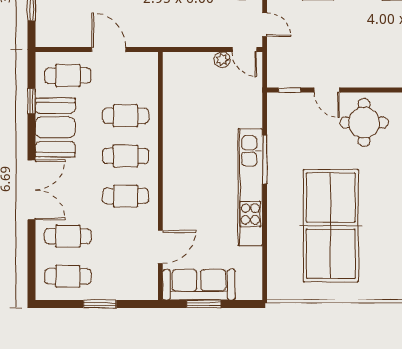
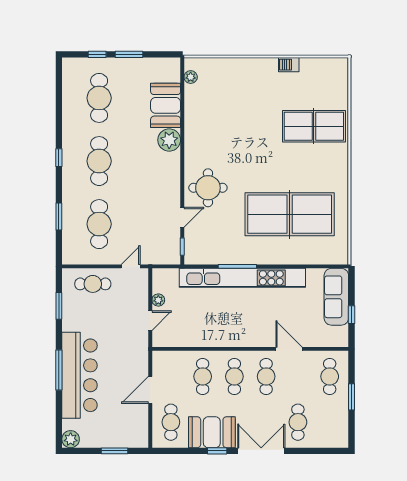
door: (244, 49) -> (150, 321), moved
window: (31, 101) -> (217, 451), moved
kitchen unit: (250, 187) -> (242, 278), width x1.36
door: (160, 247) -> (289, 349), moved
cafe table: (68, 276) -> (330, 376), moved
sofa: (199, 285) -> (336, 297), moved
window: (204, 304) -> (352, 315), width x0.67

